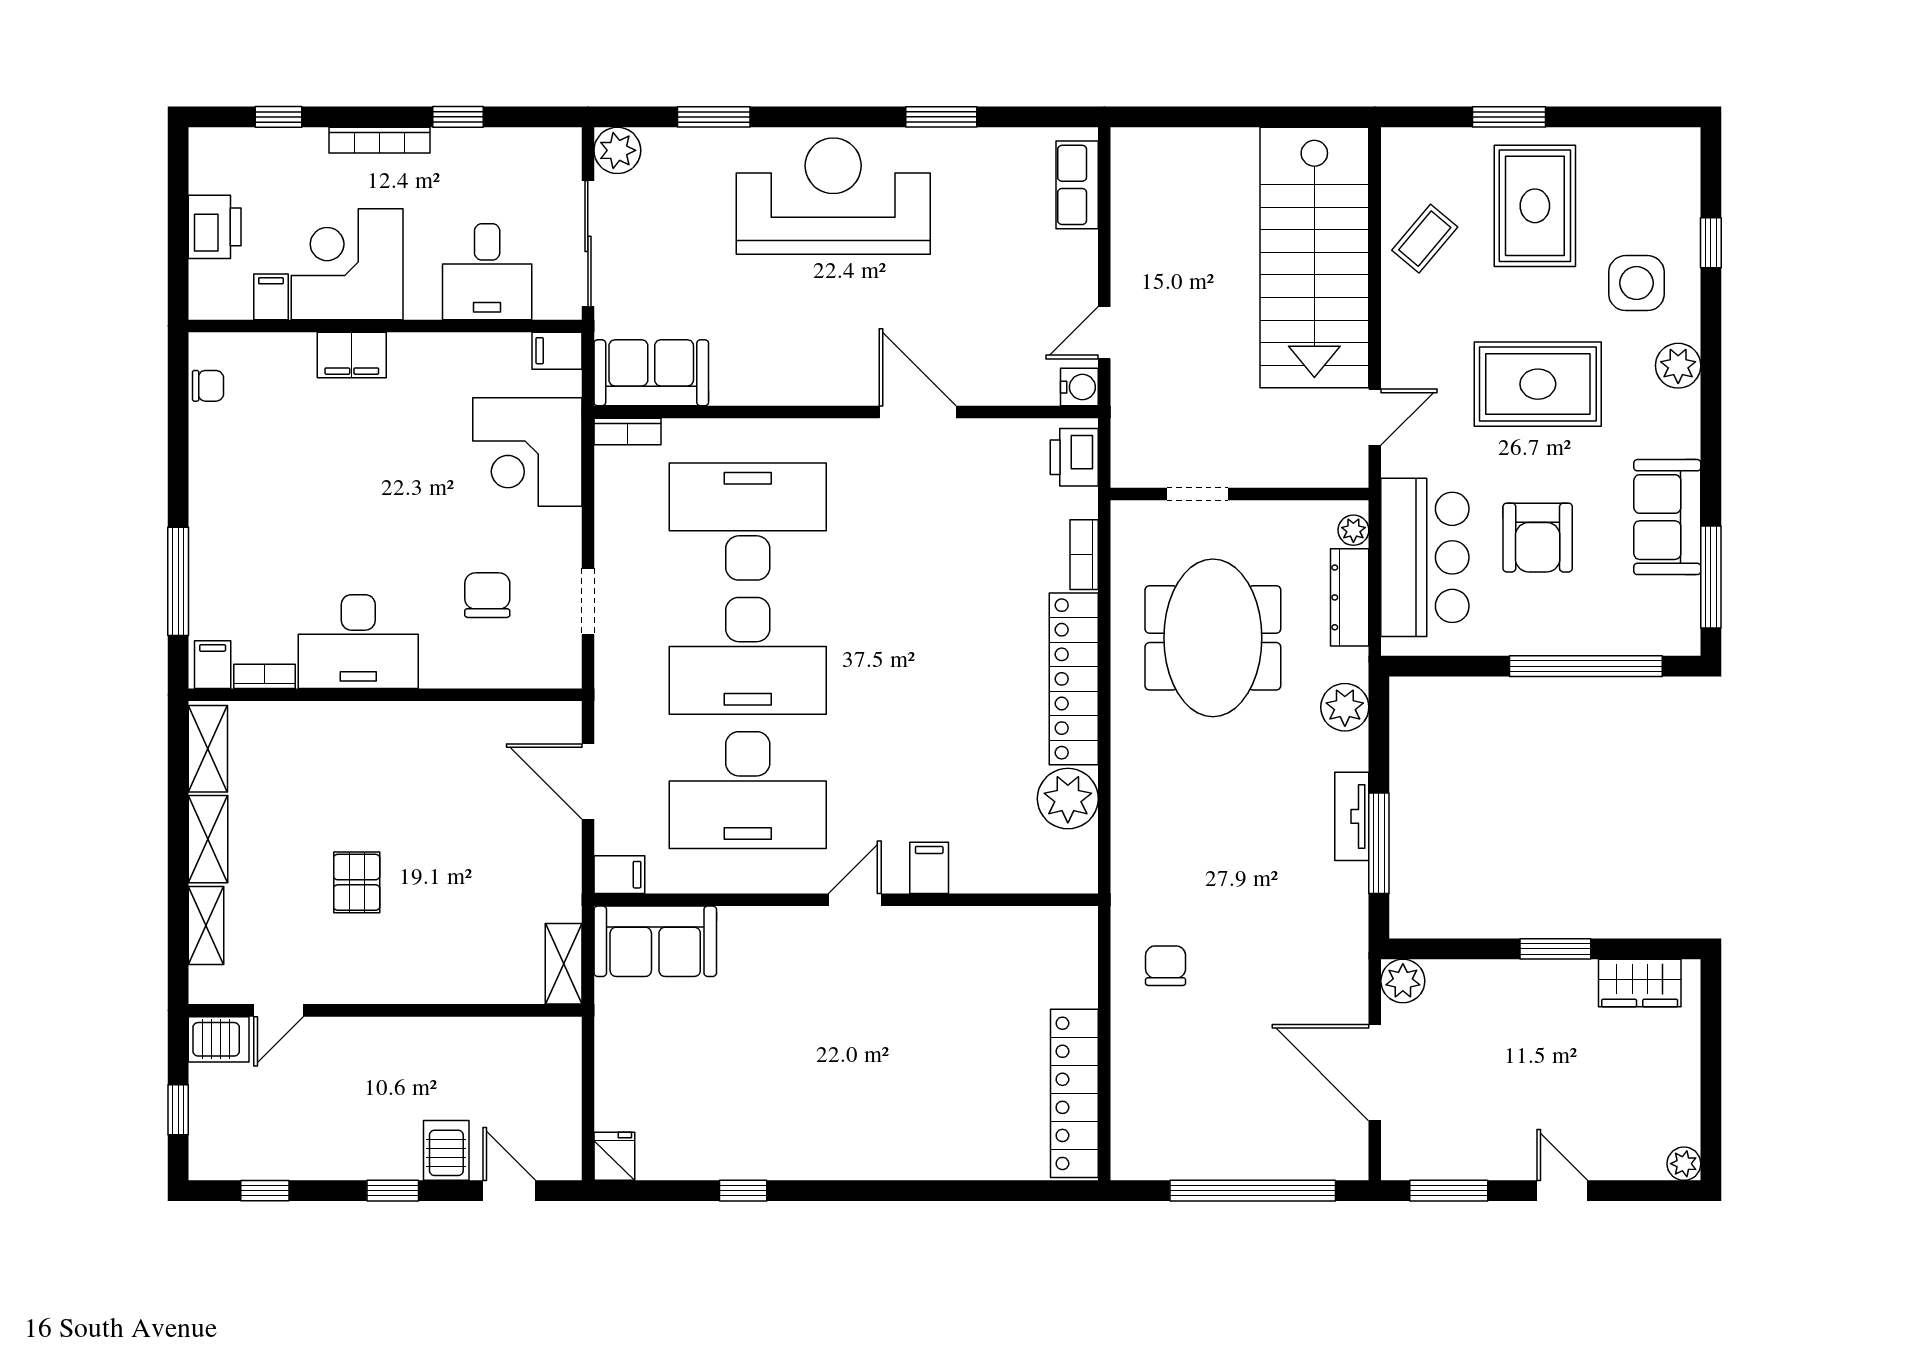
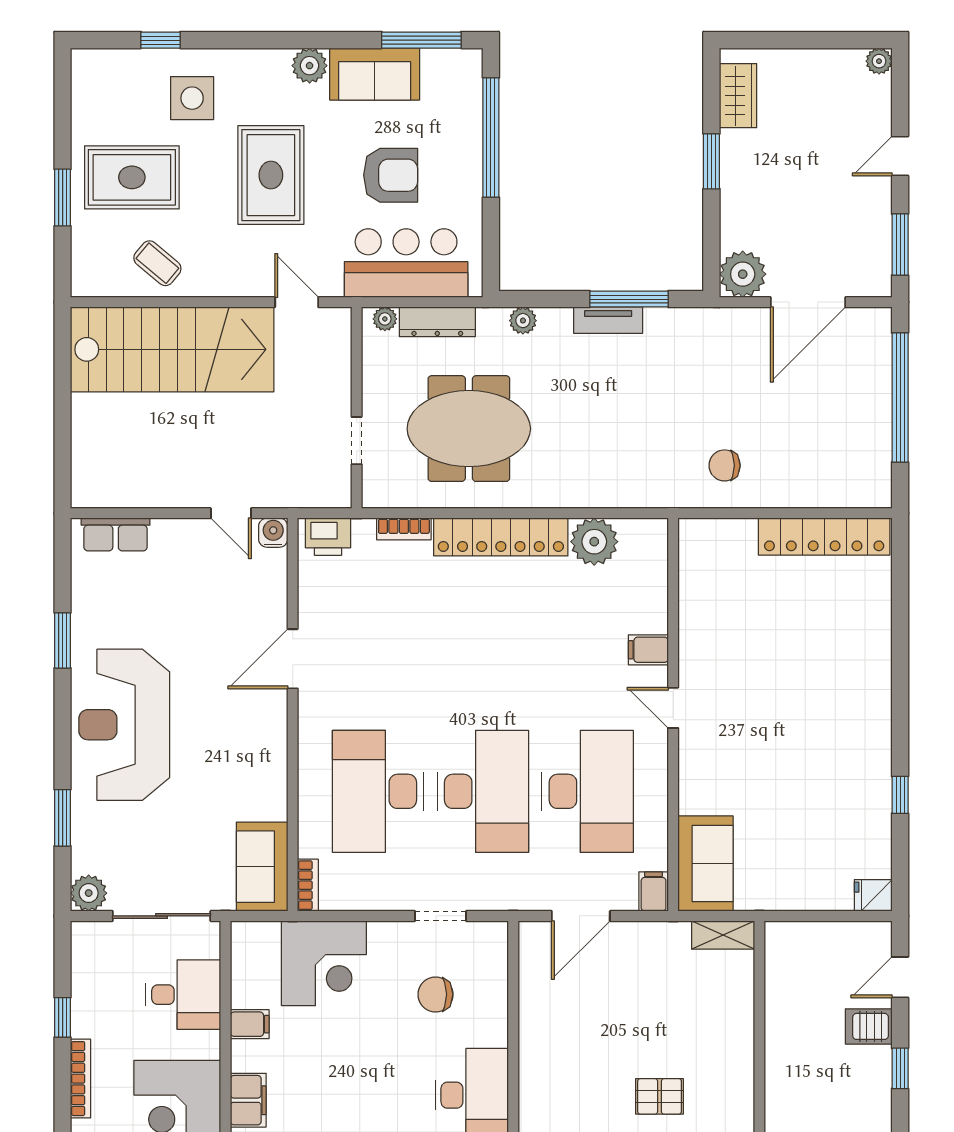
filing cabinet: (557, 351) -> (250, 1024), moved, turned -90
plant: (1678, 366) -> (310, 66), moved
plant: (1345, 707) -> (523, 321), width x0.73, depth x0.73
plant: (1403, 981) -> (743, 274), width x1.36, depth x1.36

